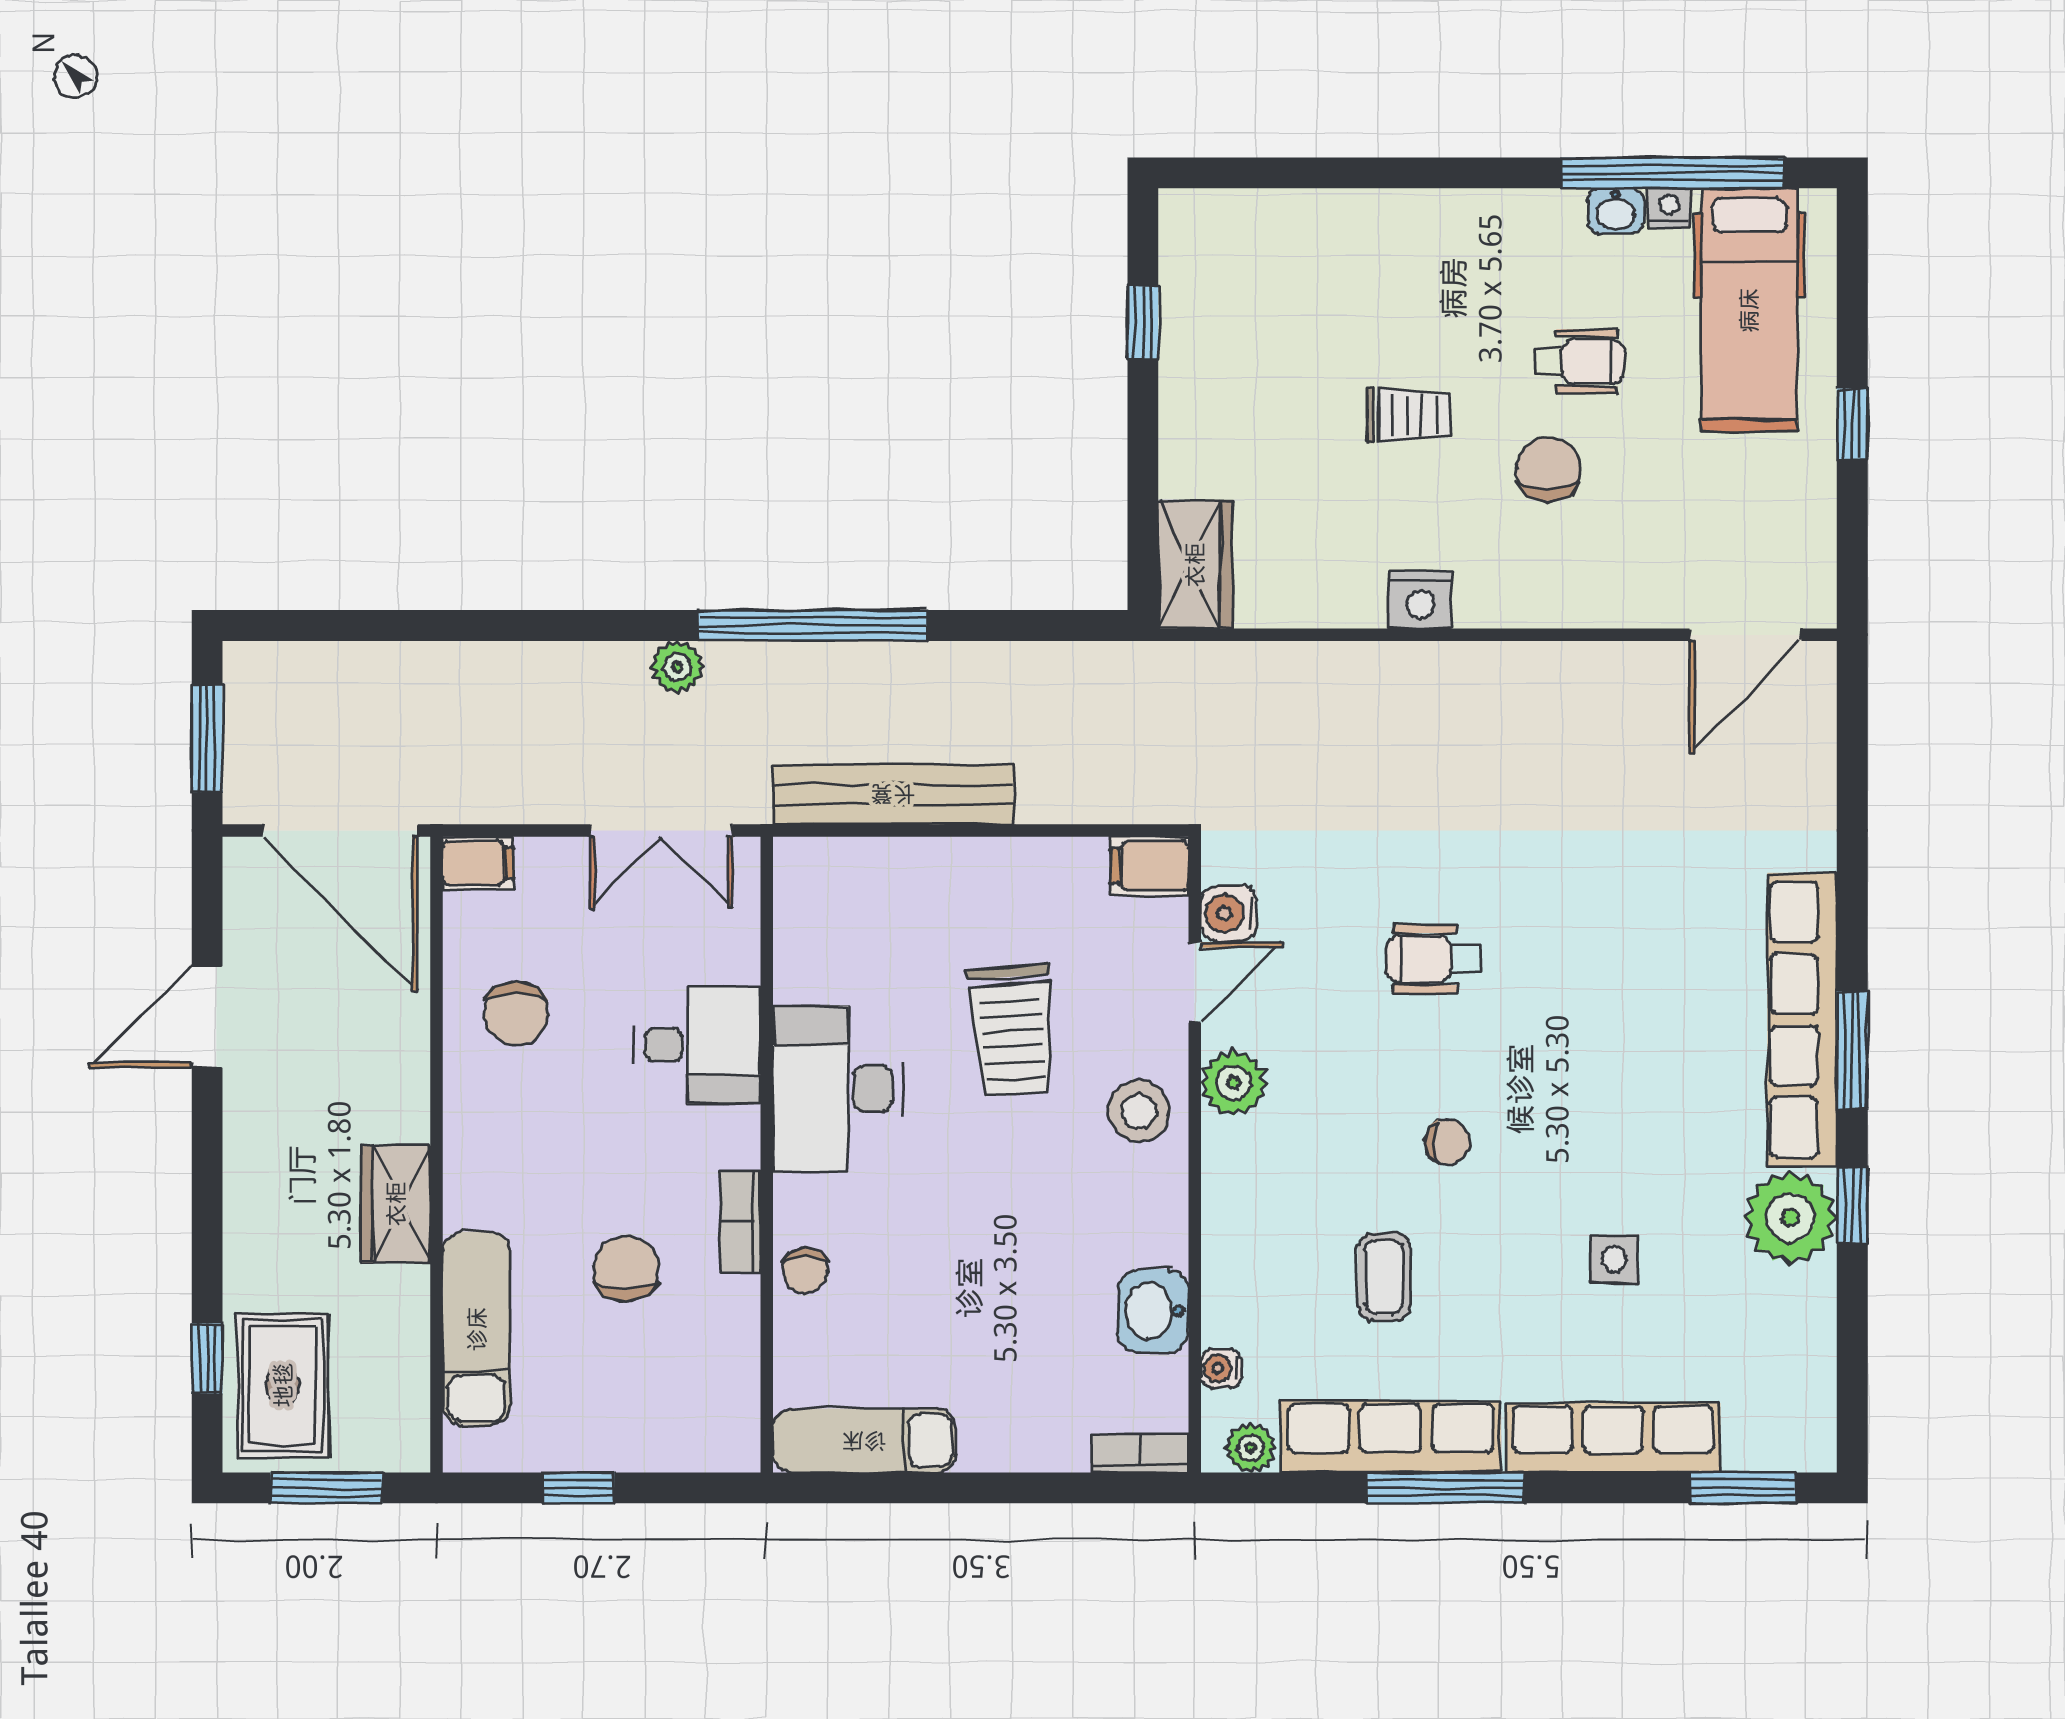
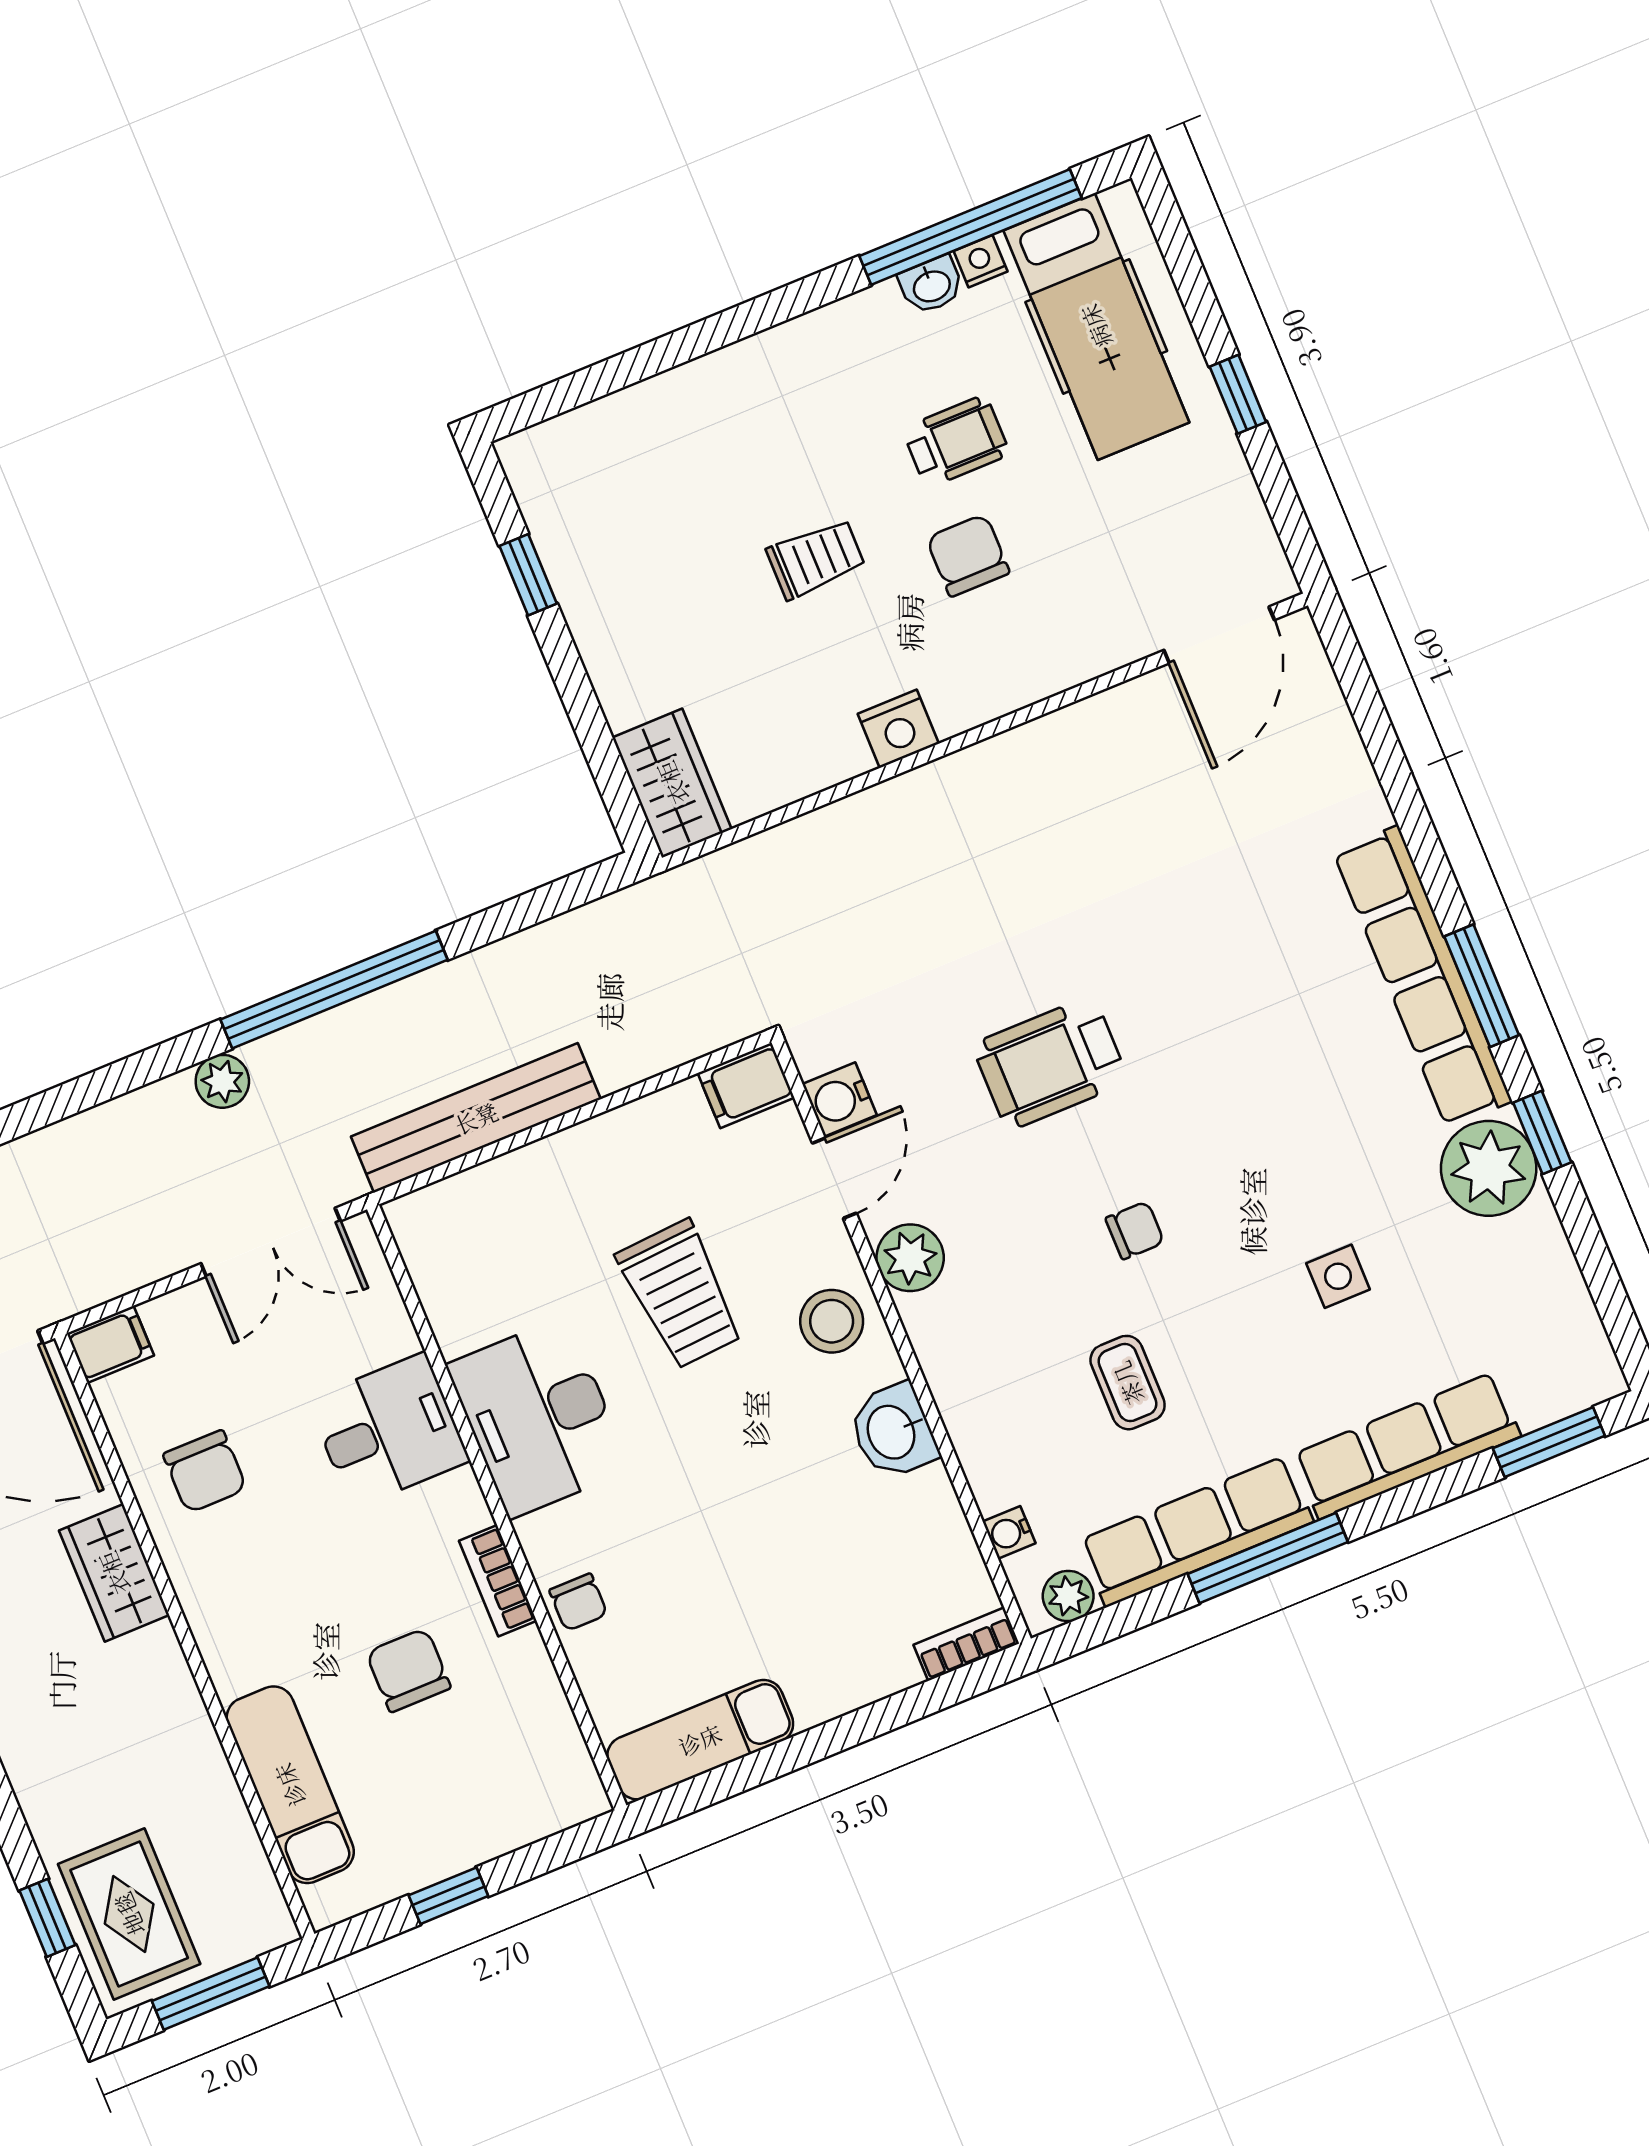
wheelchair: (1433, 959) -> (1050, 1063), width x1.36, depth x1.37
wardrobe: (396, 1204) -> (114, 1573), moved
washbasin: (1154, 1311) -> (893, 1431), moved

